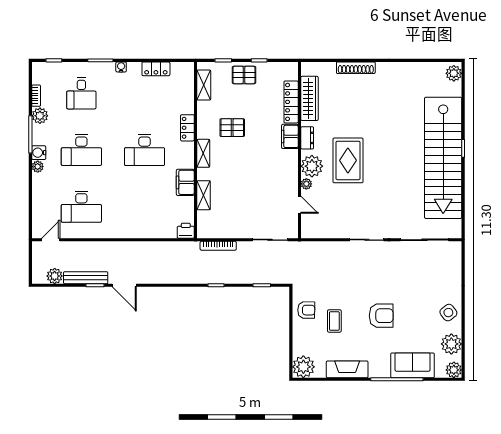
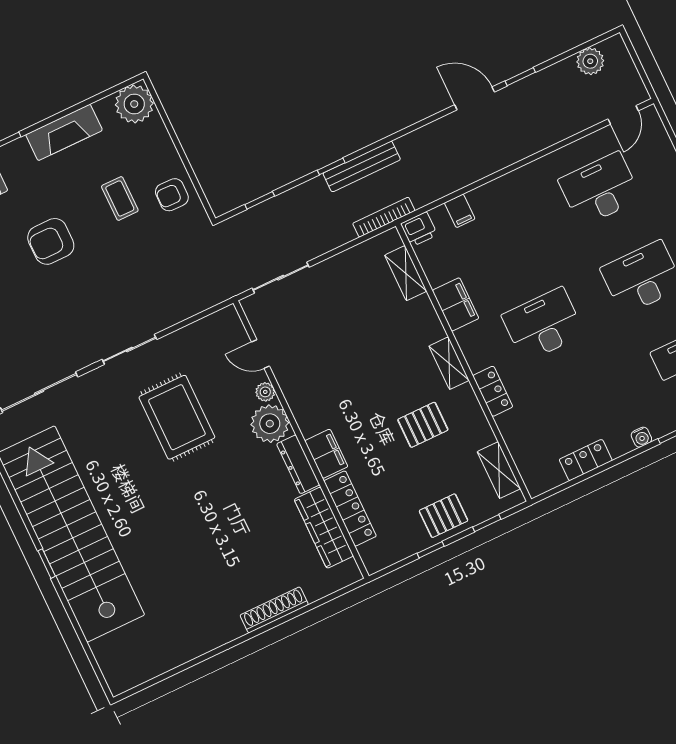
plant: (454, 73) -> (117, 674), removed
dresser: (307, 138) -> (298, 464), width x1.44
rug: (348, 160) -> (177, 417), moved
shelving: (204, 195) -> (406, 273), moved
filing cabinet: (160, 230) -> (460, 211), added
bookcase: (218, 246) -> (384, 217), moved
bench: (86, 278) -> (362, 166), moved

